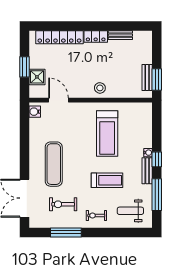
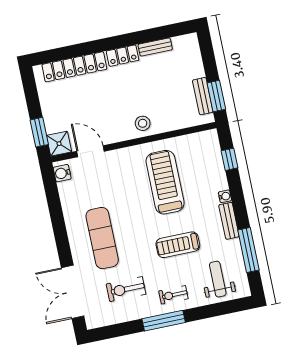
window: (24, 67) -> (39, 132), moved
shower: (37, 77) -> (59, 144), moved
treadmill: (107, 133) -> (165, 182), turned 180
window: (157, 159) -> (229, 159), moved
treadmill: (107, 180) -> (178, 245), turned 180
weight bench: (130, 211) -> (218, 279), turned 90
window: (66, 232) -> (164, 321), moved

